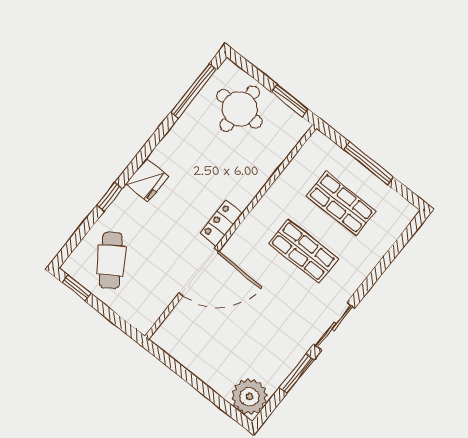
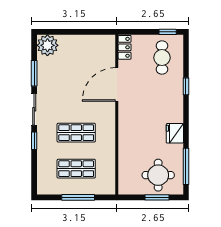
window: (290, 101) -> (157, 197), moved
fridge: (147, 180) -> (175, 133), moved
locker: (221, 223) -> (125, 47), moved
cafe table: (111, 260) -> (162, 58), turned 34
window: (367, 284) -> (34, 141), added

